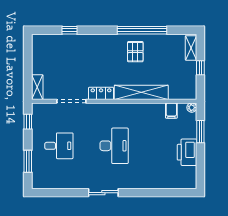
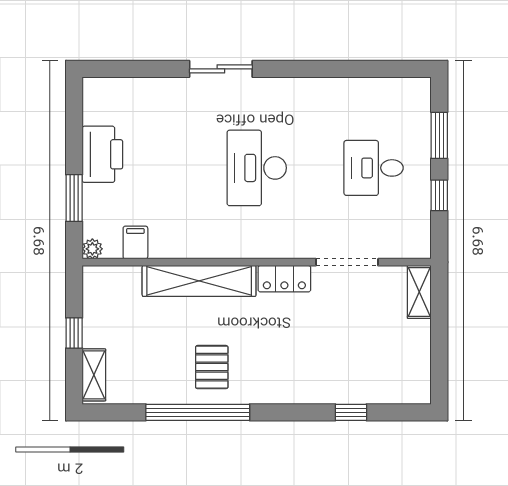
window: (28, 122) -> (439, 195), moved
sliding door: (103, 193) -> (221, 69), moved

